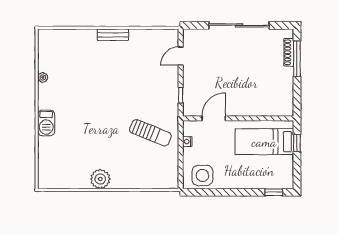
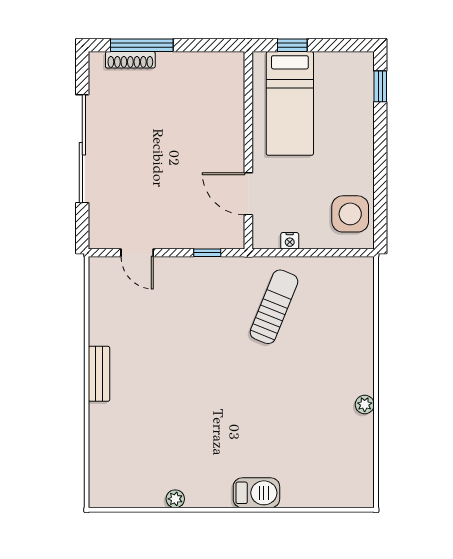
plant: (100, 179) -> (365, 405), width x0.53, depth x0.53

